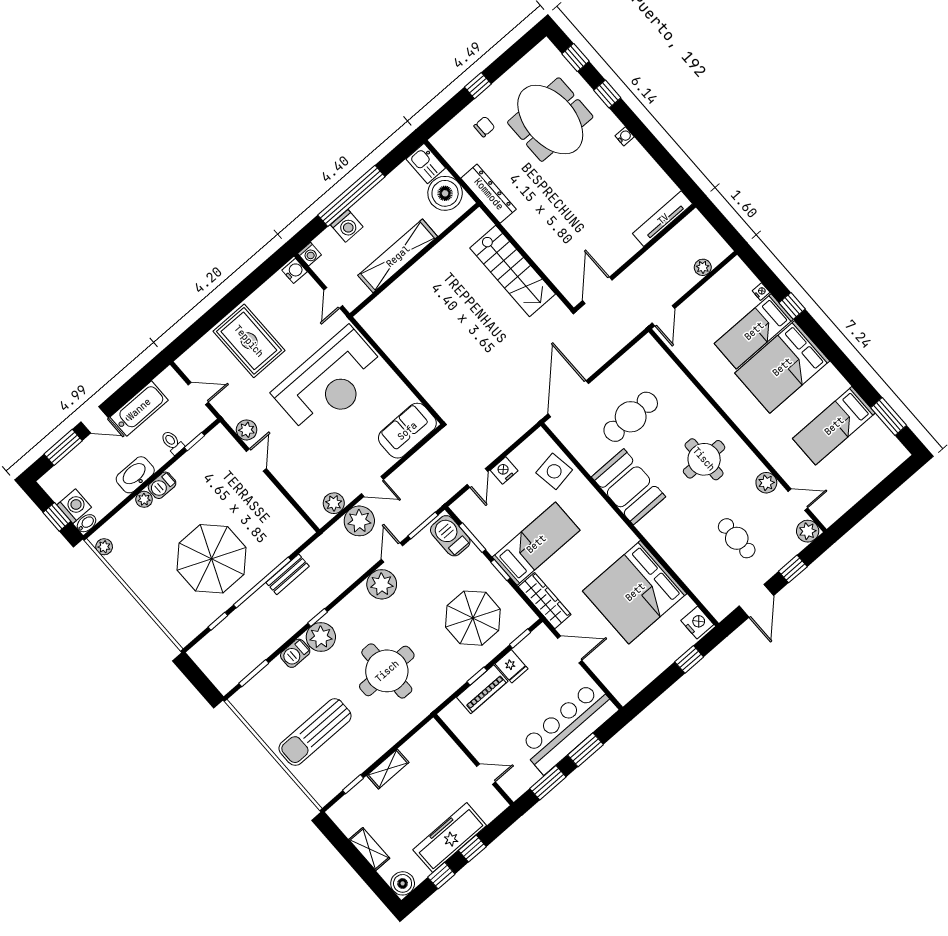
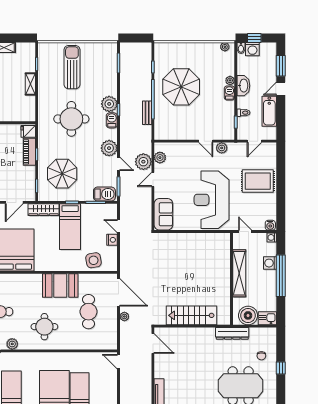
plant: (703, 267) -> (124, 317), moved
barbecue: (295, 653) -> (112, 120), moved
fridge: (511, 666) -> (28, 131), moved

